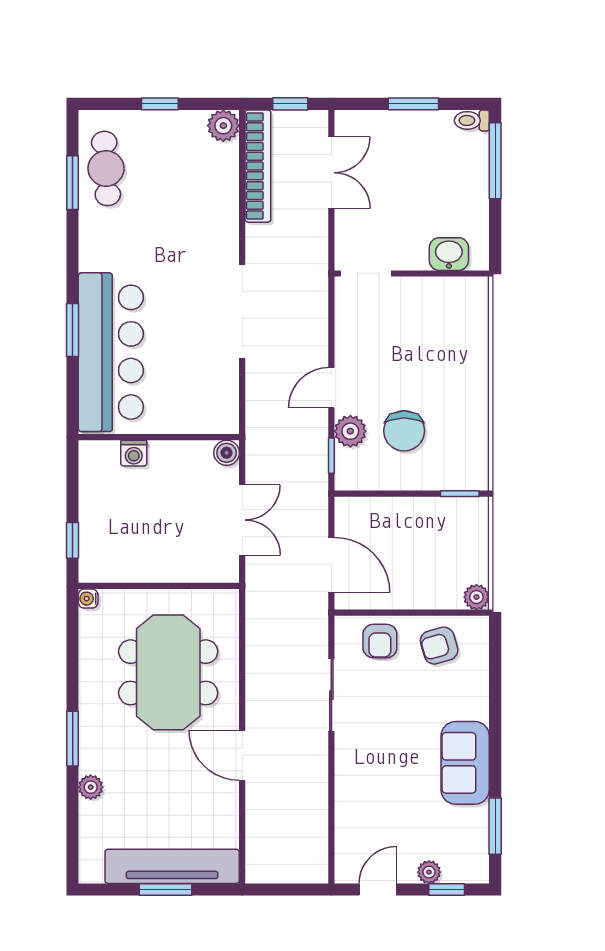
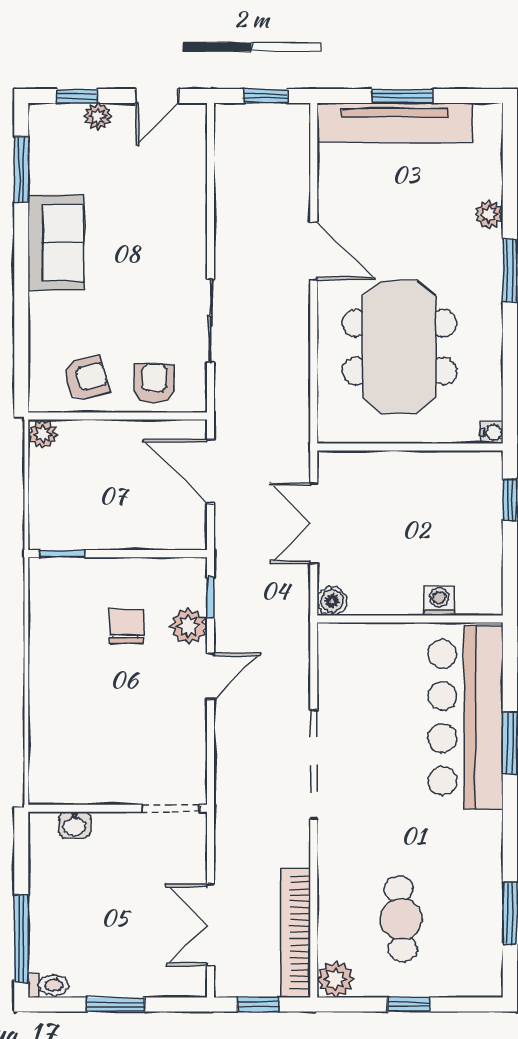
cafe table: (106, 168) -> (401, 919), moved
washbasin: (449, 254) -> (75, 825), width x0.72, depth x0.69
chair: (404, 431) -> (127, 626), width x0.73, depth x0.73
window: (284, 889) -> (266, 96), added

